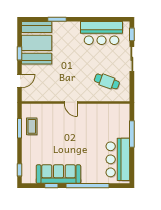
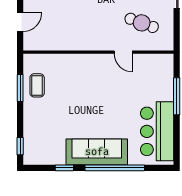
door: (71, 102) -> (123, 52), moved
sofa: (58, 174) -> (97, 152), moved

